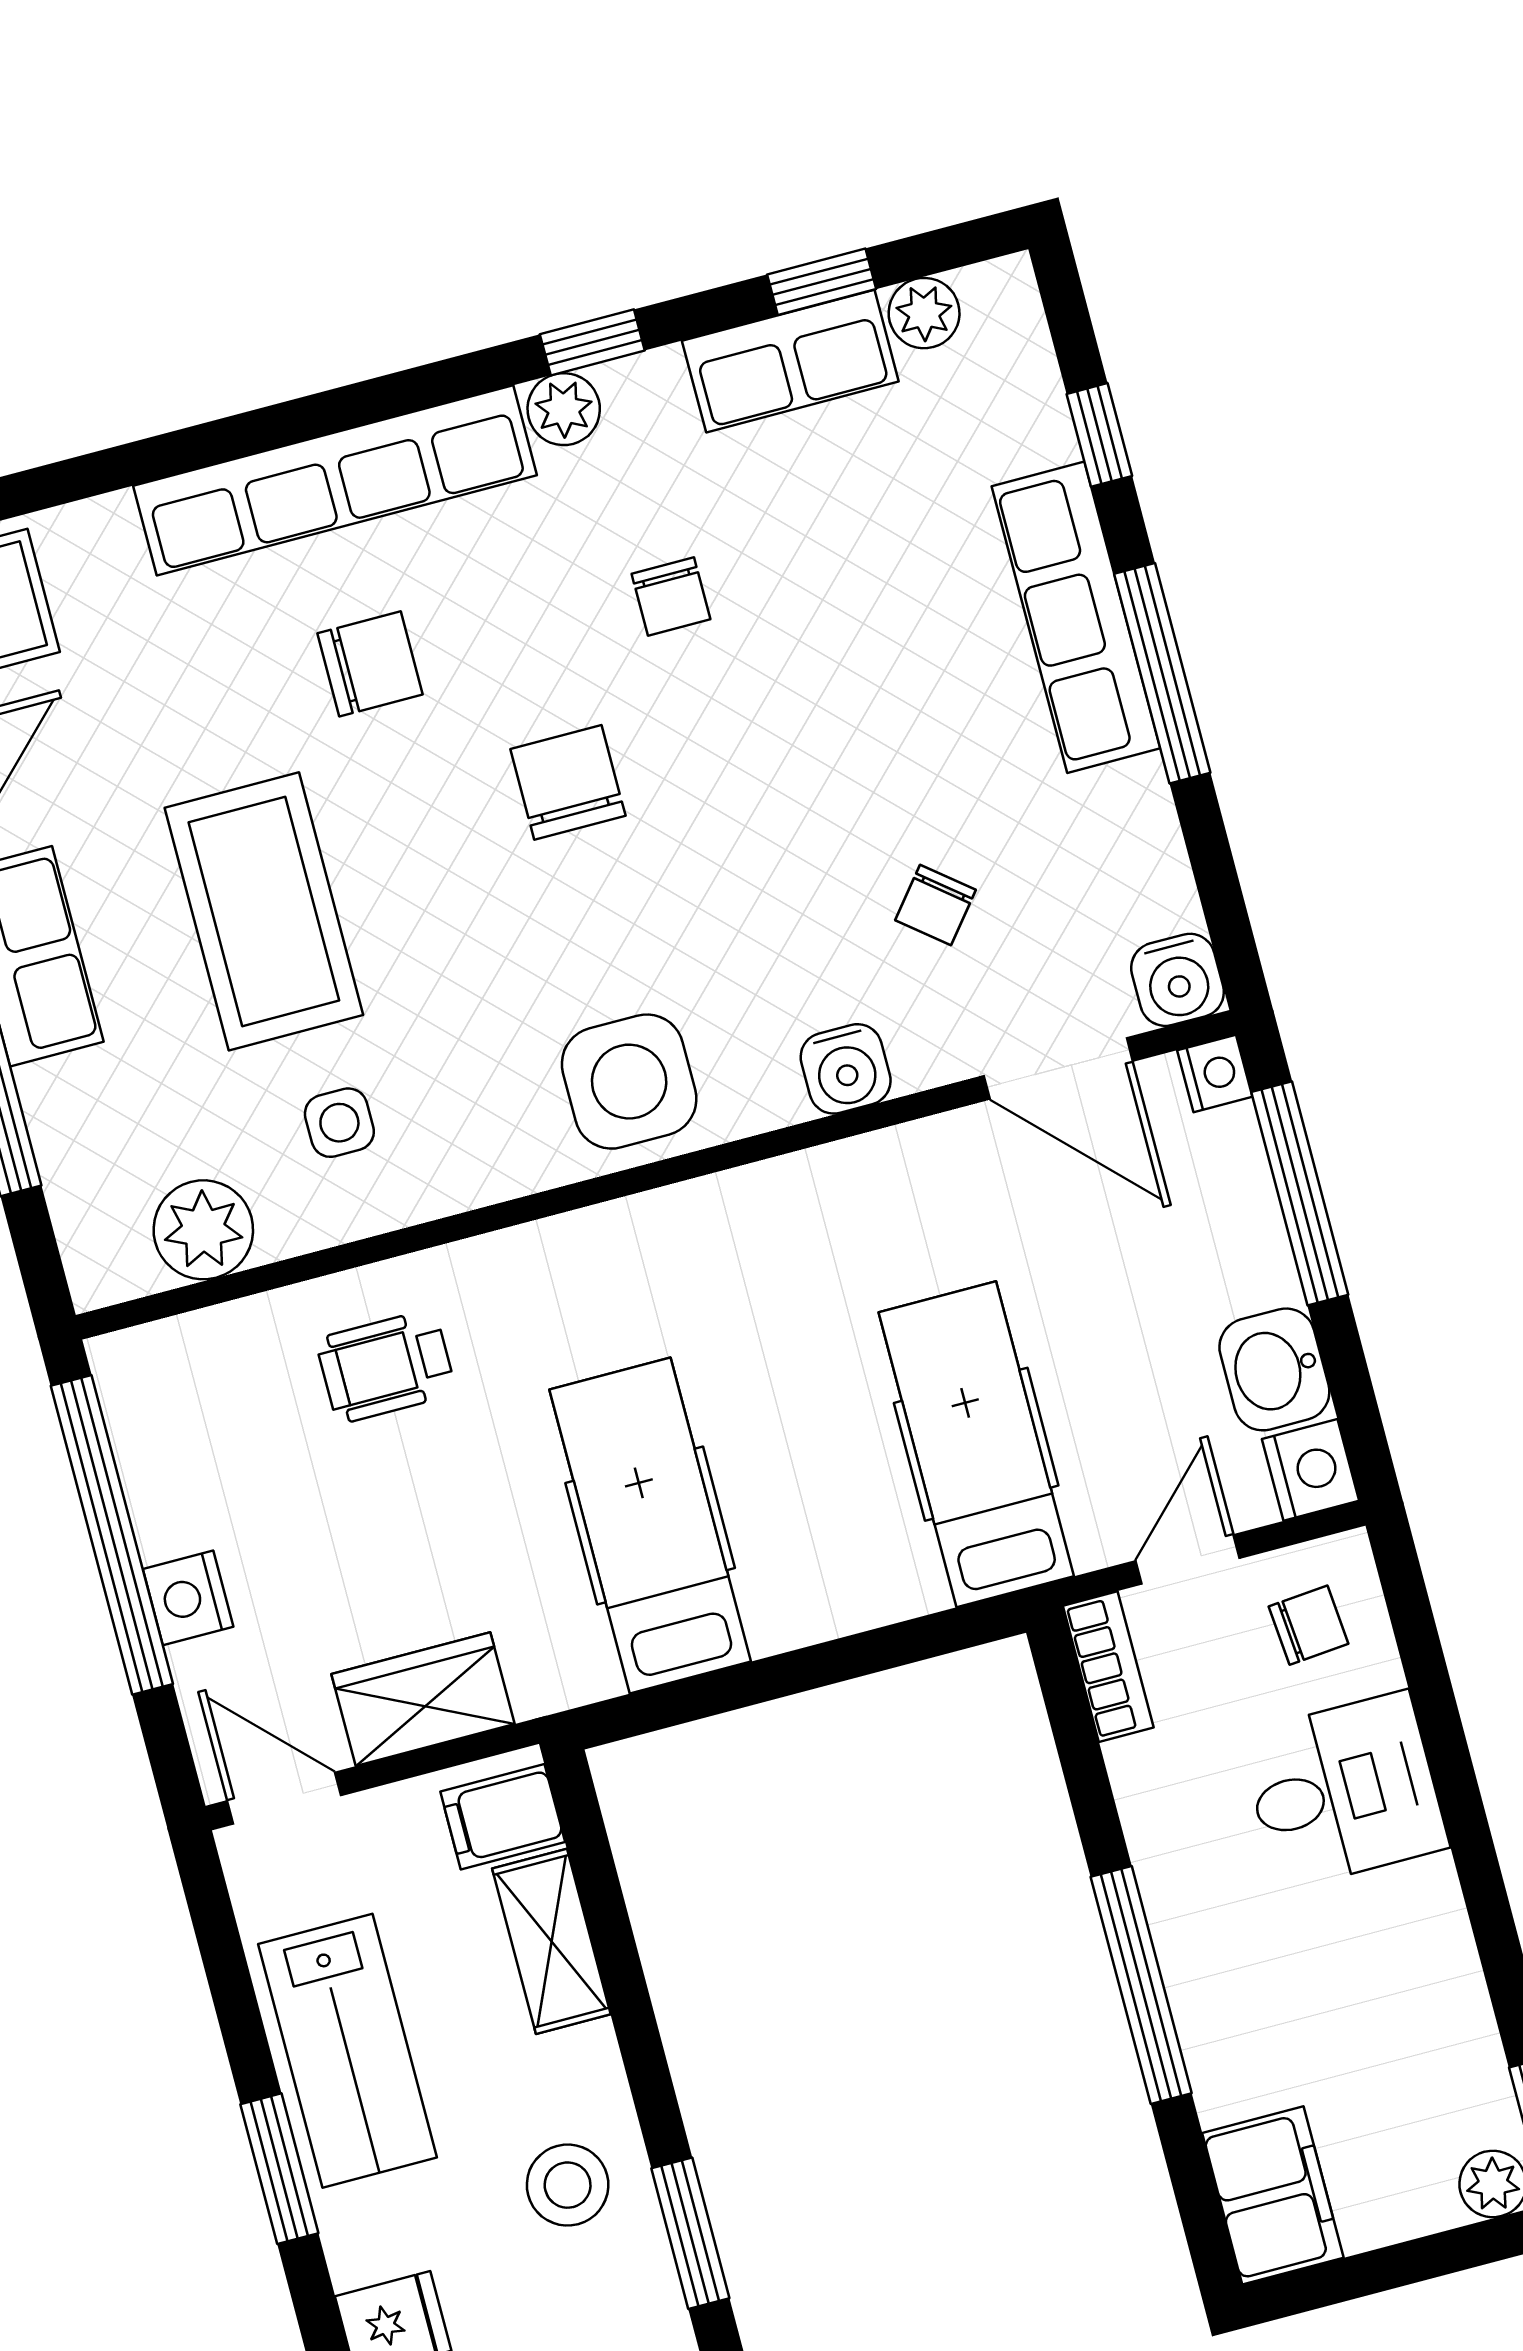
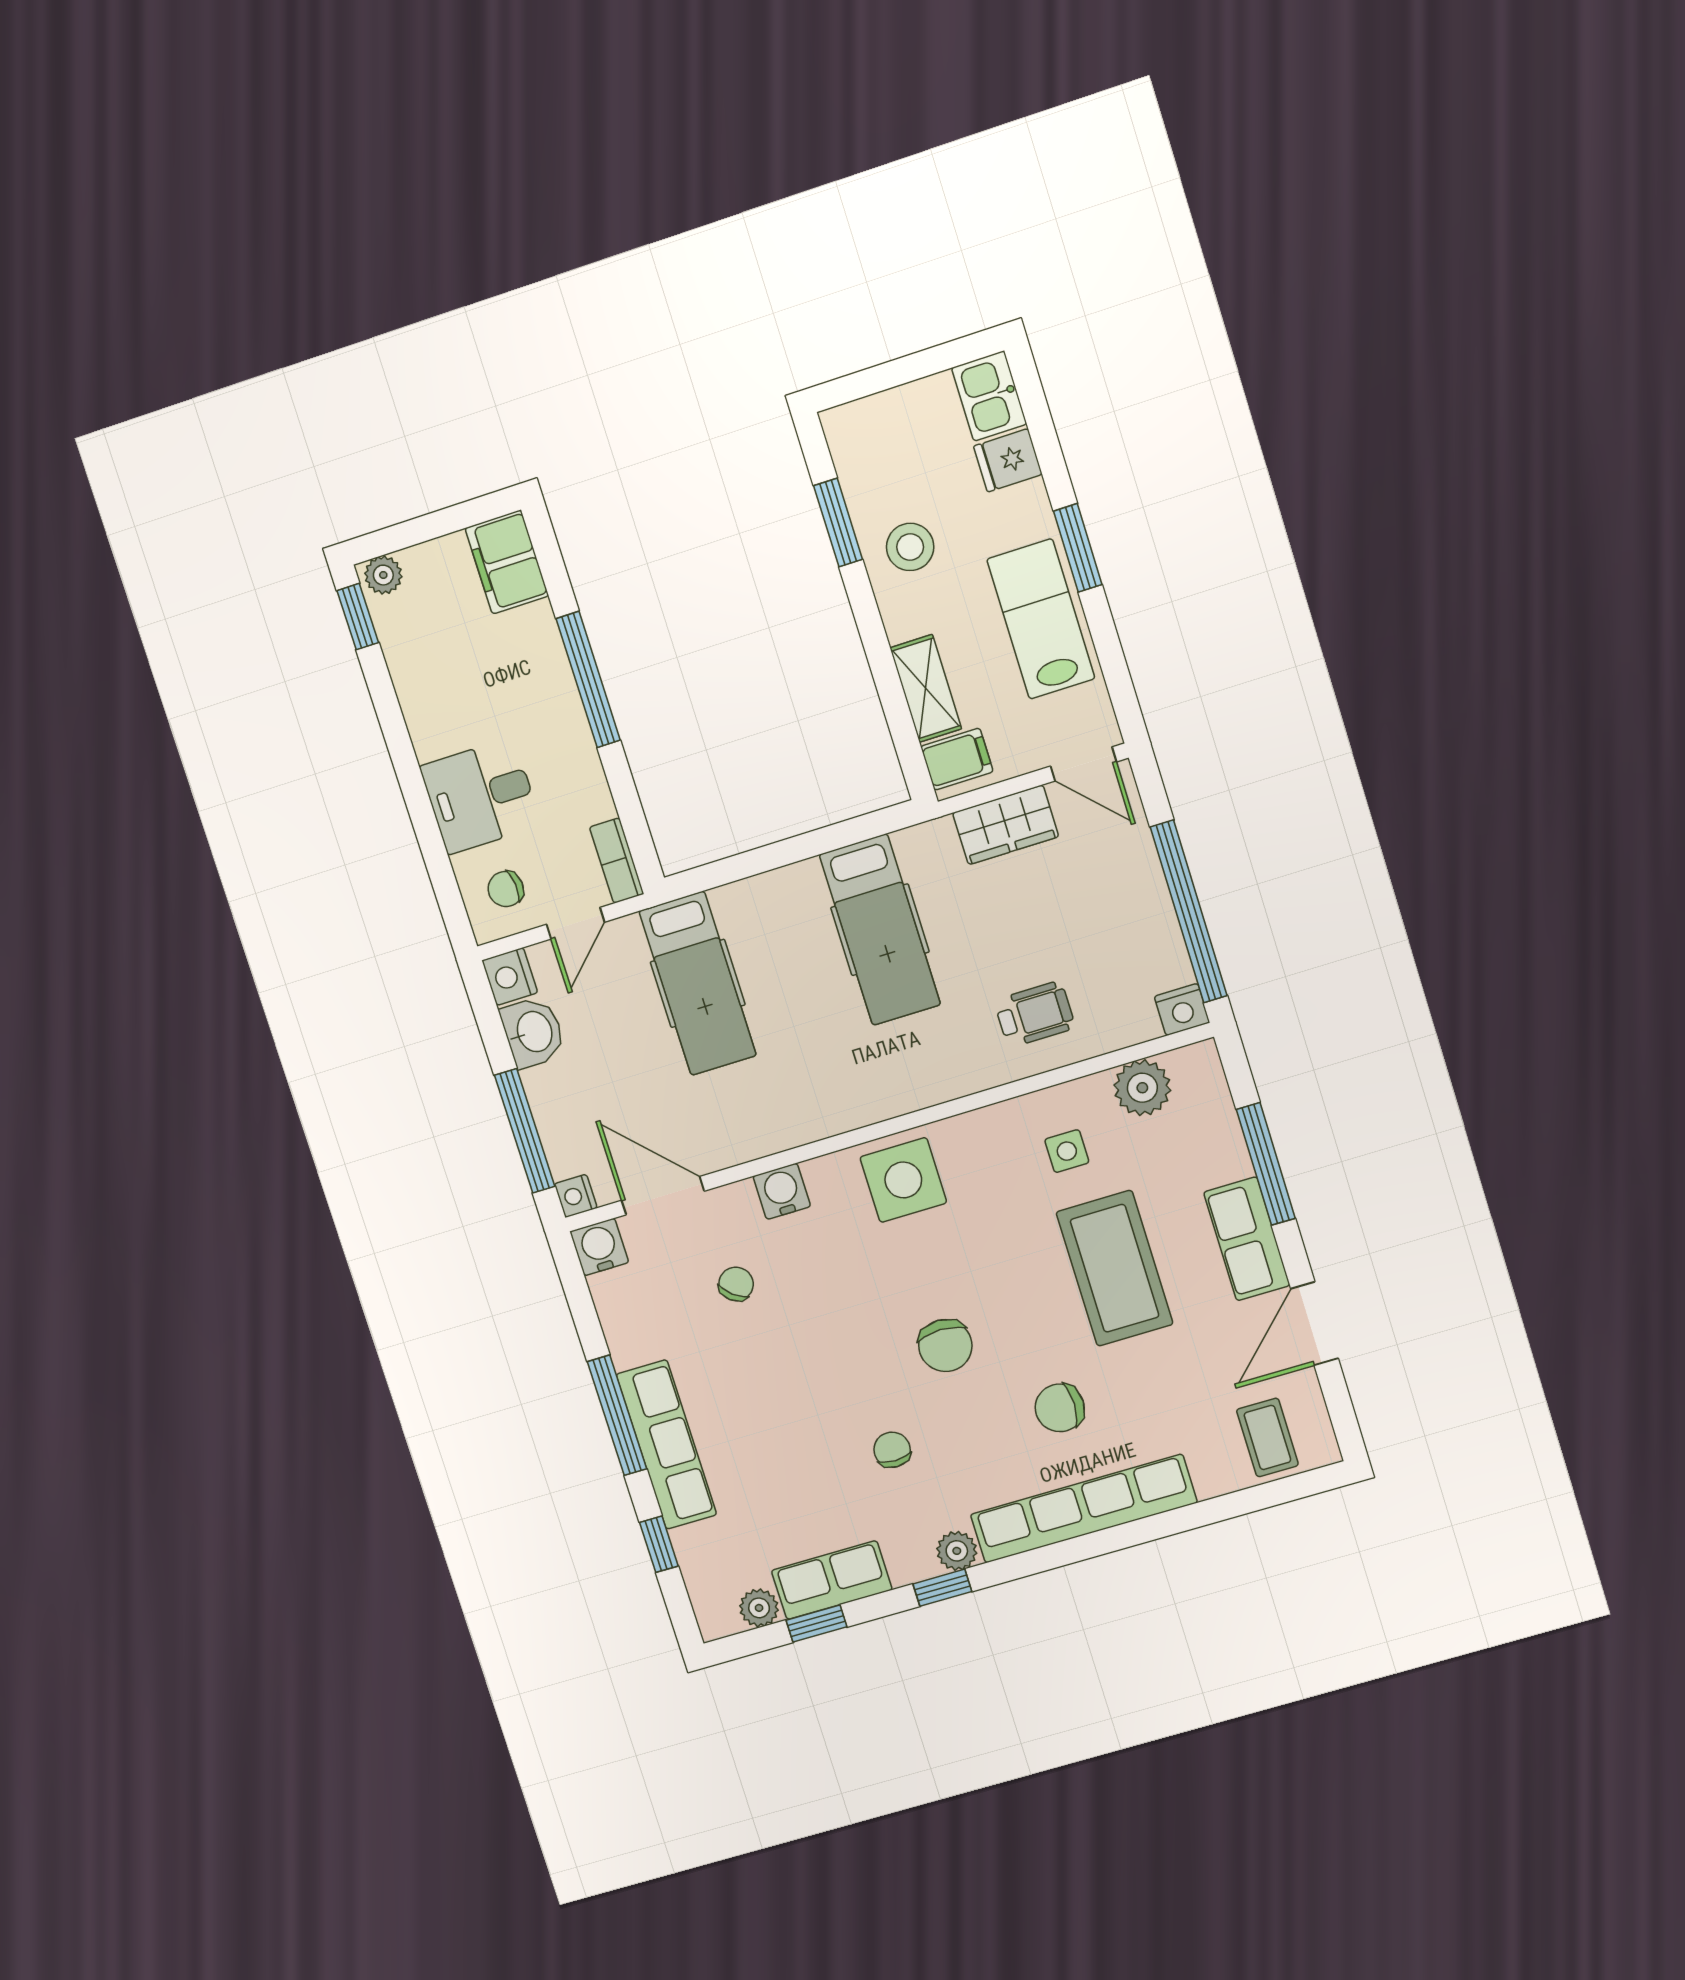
nightstand: (188, 1598) -> (1182, 1009), moved, turned 90

